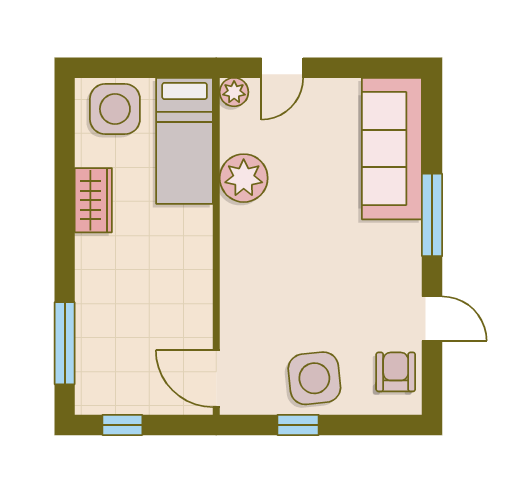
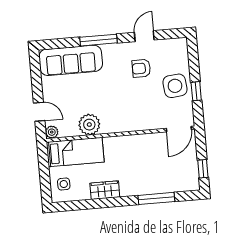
side table: (115, 109) -> (64, 184), width x0.54, depth x0.54
window: (65, 343) -> (156, 198), moved
armchair: (396, 372) -> (141, 68), moved

